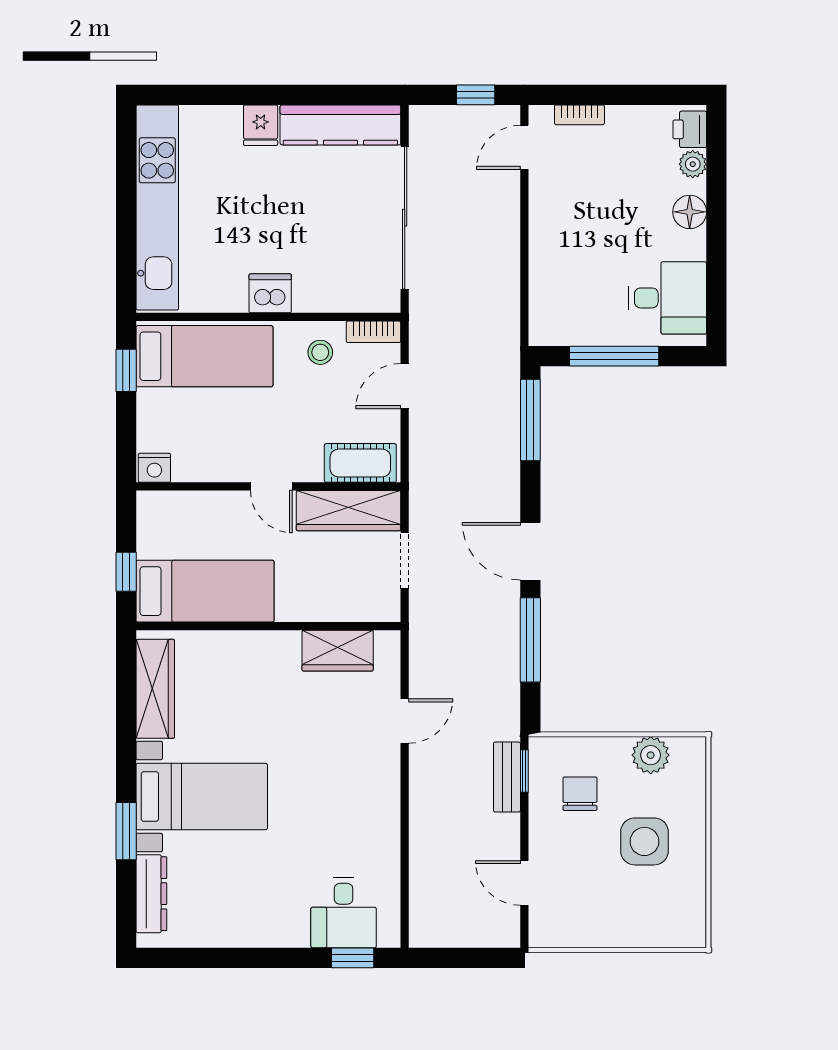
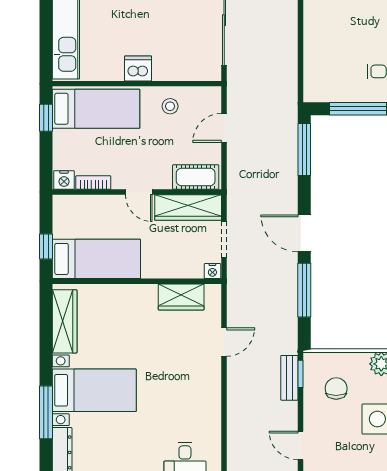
bookcase: (374, 332) -> (93, 183), moved, turned 180
nightstand: (387, 610) -> (212, 271), added
window: (126, 831) -> (46, 412), width x1.44

